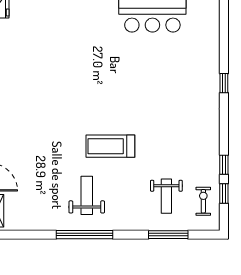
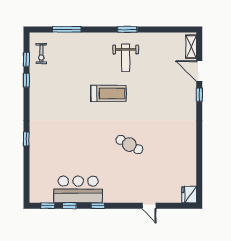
cafe table: (82, 76) -> (129, 145), added
weight bench: (166, 196) -> (68, 57), removed
window: (84, 235) -> (127, 29), width x0.47

